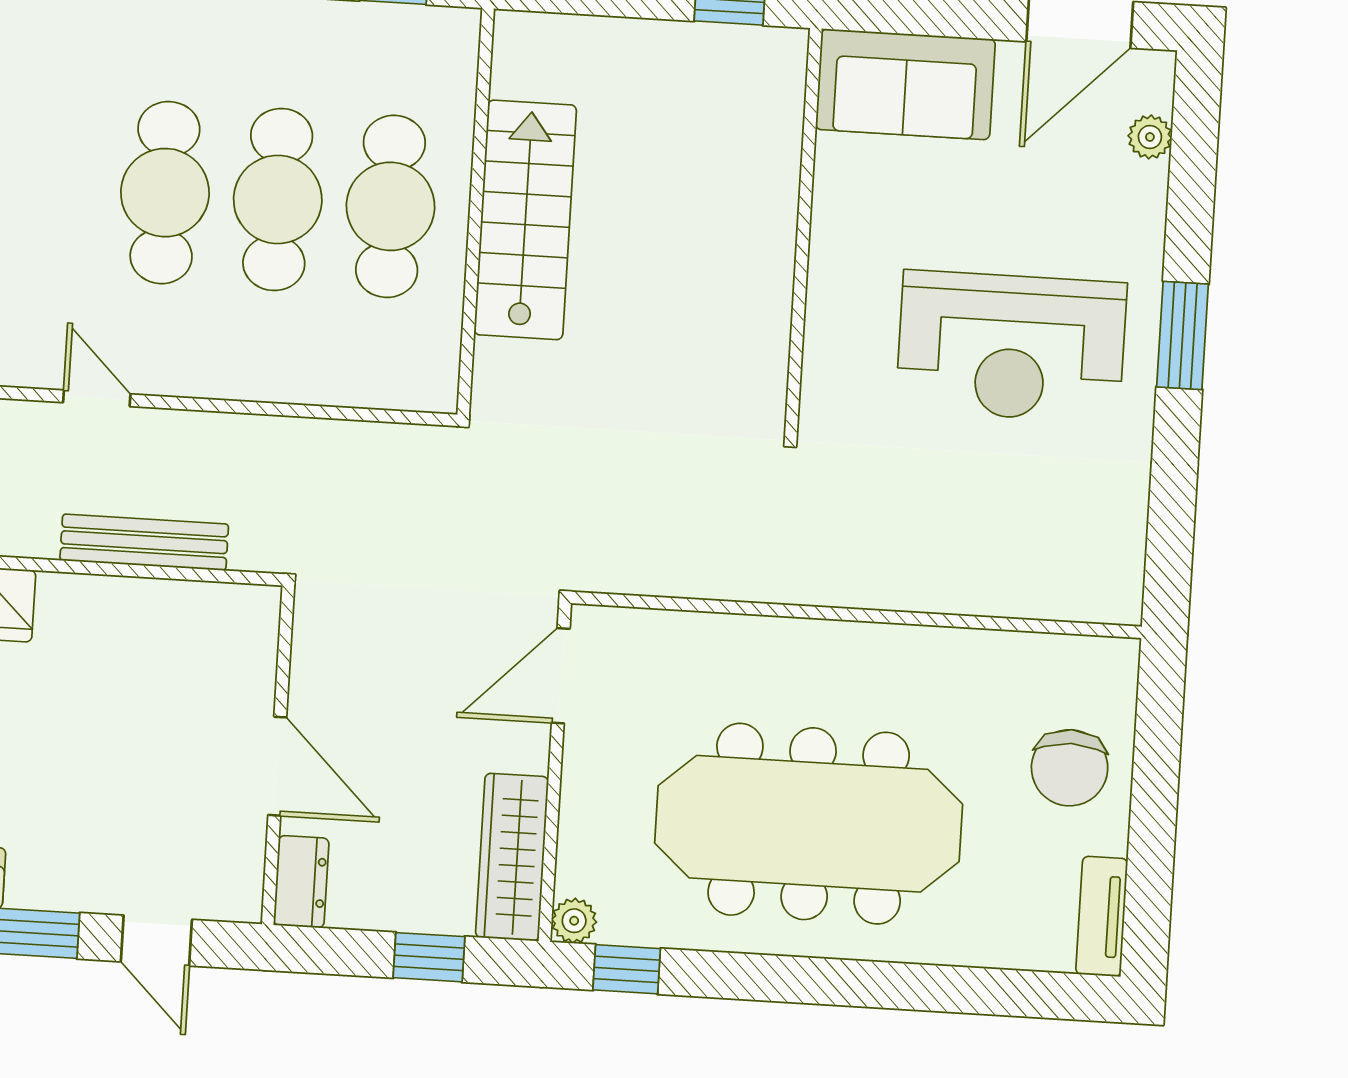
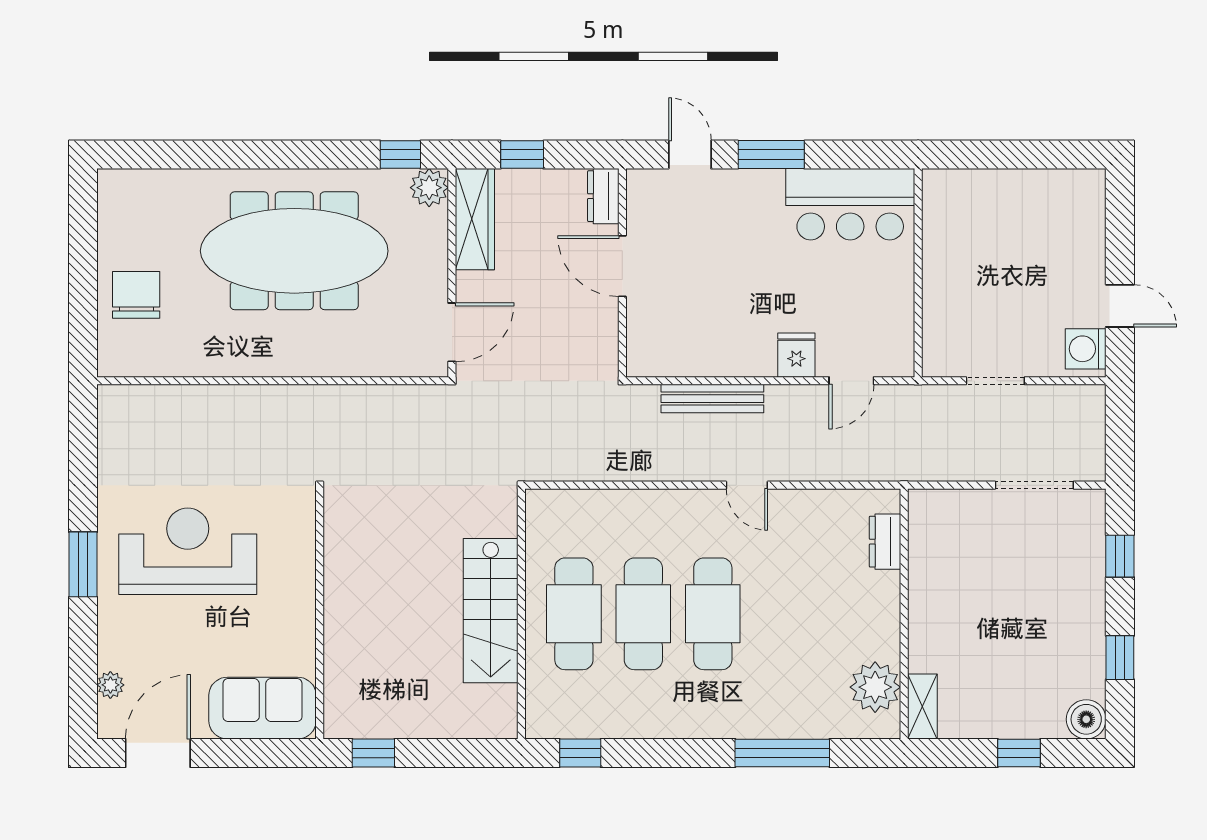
tv unit: (1102, 916) -> (111, 205), removed
plant: (574, 921) -> (429, 188), width x1.38, depth x1.38

